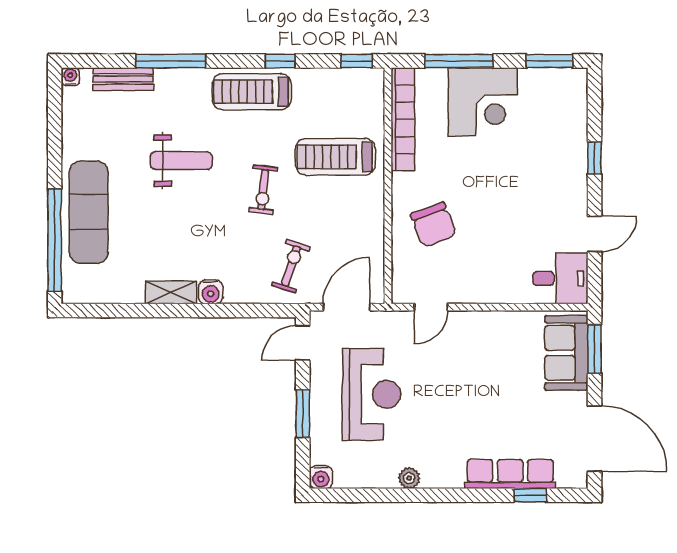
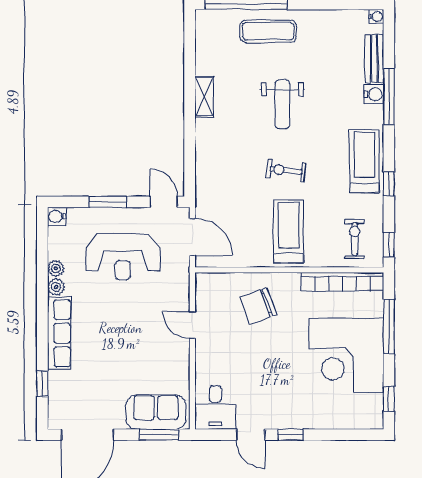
window: (549, 61) -> (389, 399), width x0.67
corner desk: (483, 102) -> (346, 355), width x1.36, depth x1.36
treadmill: (335, 157) -> (289, 231), moved
window: (595, 158) -> (291, 435), moved
weight bench: (181, 161) -> (282, 104), moved
exercise mat: (89, 212) -> (268, 31), width x0.73, depth x0.69
exercise bike: (291, 266) -> (355, 239), moved, turned -108
water cooler: (211, 292) -> (374, 94), moved, turned 180
door: (431, 307) -> (192, 325), moved
row of seats: (510, 474) -> (59, 333), moved
plant: (386, 478) -> (56, 268), added

